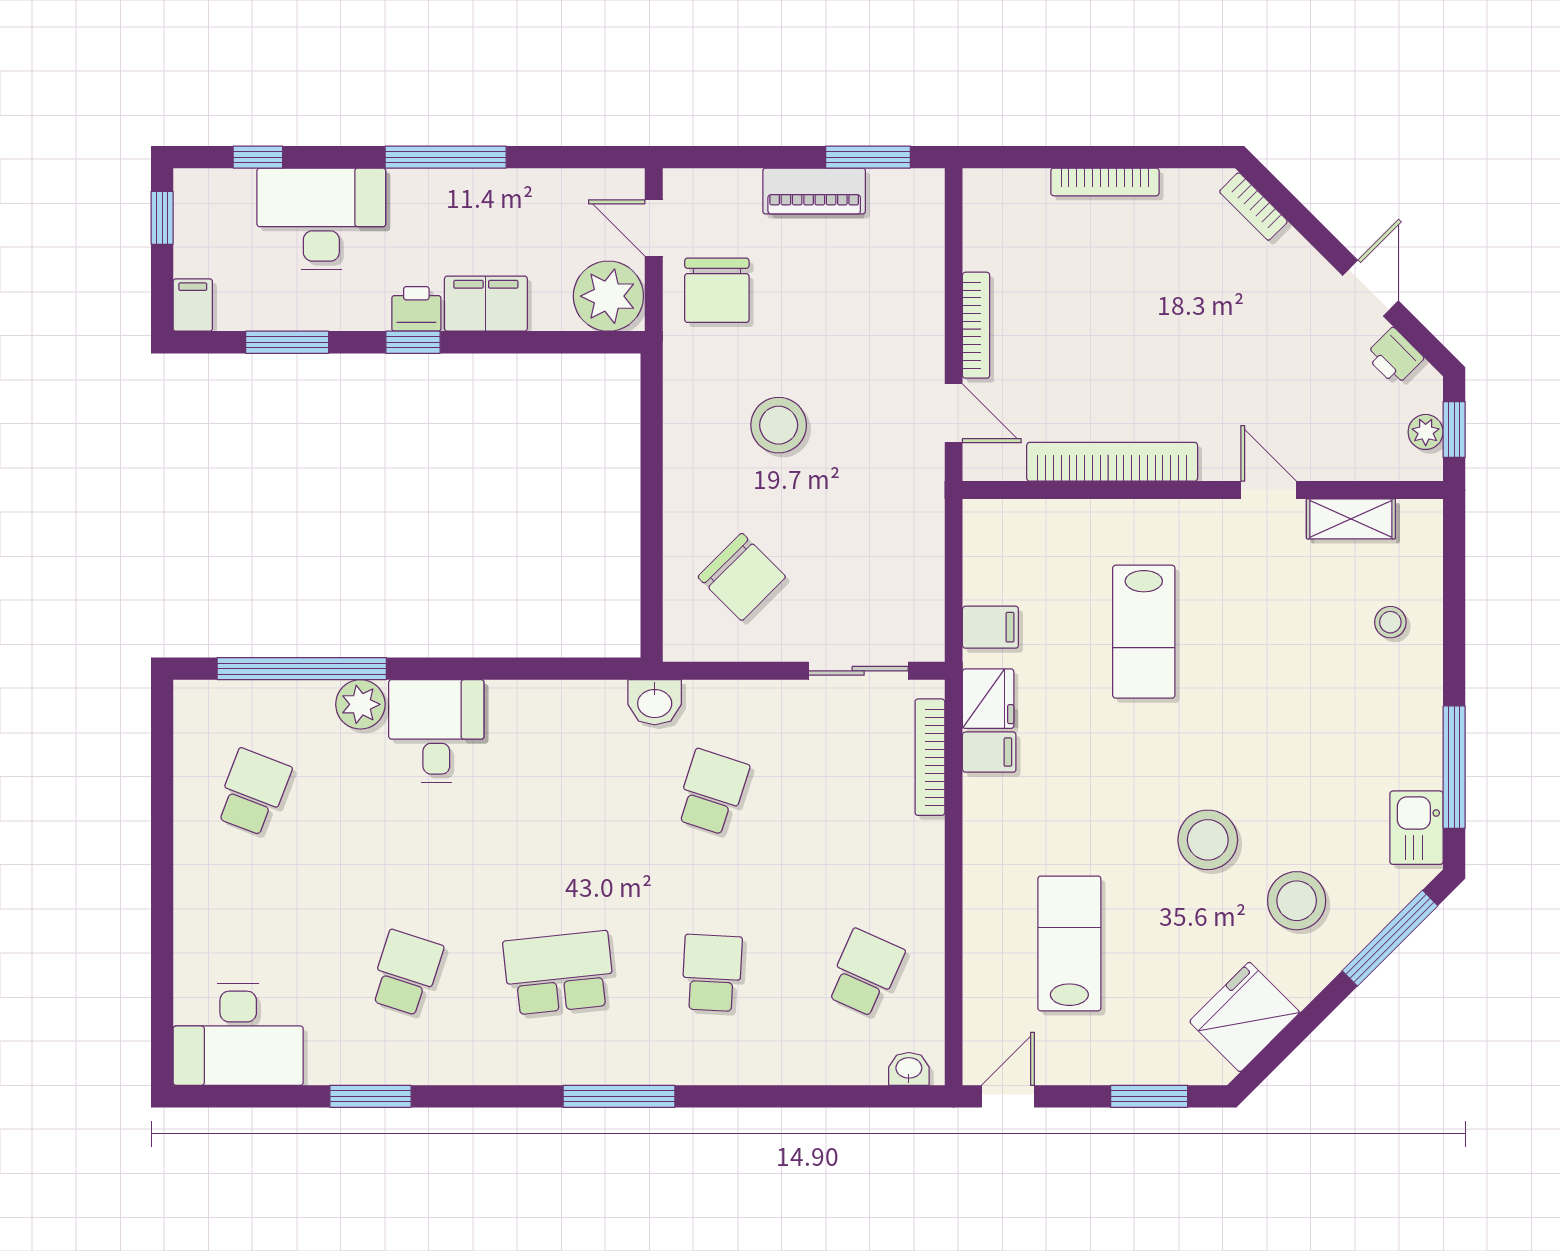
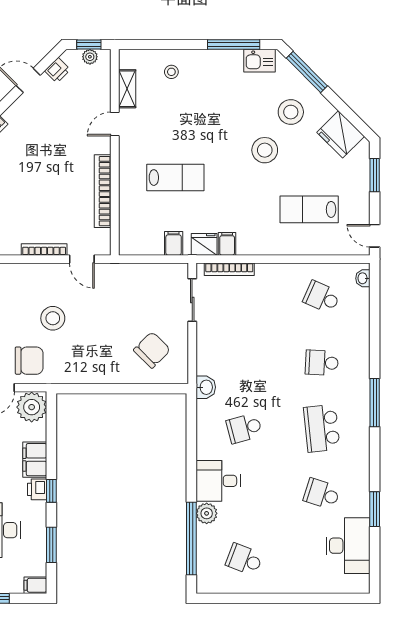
door: (954, 413) -> (82, 259), swing flipped
stool: (779, 425) -> (53, 318), moved
school desk: (712, 792) -> (244, 428), moved, turned -33
desk: (238, 1034) -> (348, 546), moved

